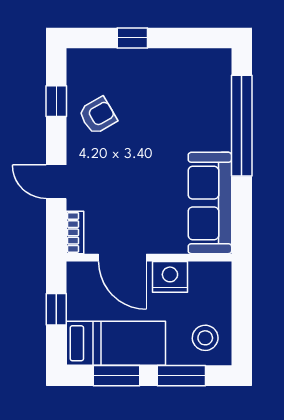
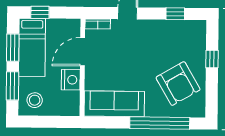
armchair: (98, 116) -> (178, 84), moved, width x1.88, depth x1.88
window: (56, 309) -> (40, 12), moved

